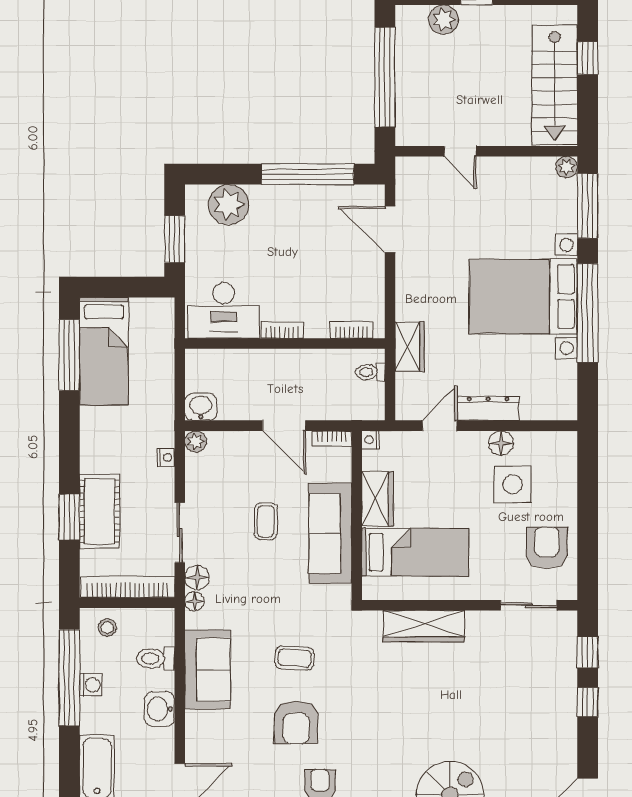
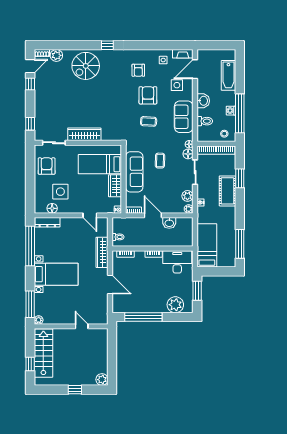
plant: (444, 20) -> (102, 380), moved
window: (385, 77) -> (112, 356), removed
door: (390, 229) -> (110, 285), moved
bed with nightstands: (523, 297) -> (56, 274), width x0.73
window: (588, 313) -> (30, 246), moved
wardrobe: (410, 347) -> (102, 252), width x1.50
bed: (104, 351) -> (207, 245), moved
washbasin: (201, 407) -> (169, 223), moved
dresser: (488, 408) -> (47, 222), moved
door: (440, 426) -> (90, 215), hinge flipped
floor lamp: (501, 443) -> (52, 208), moved
plant: (198, 474) -> (187, 196), added
cot: (99, 511) -> (227, 191), moved
coffee table: (266, 521) -> (160, 161), moved
armchair: (547, 548) -> (47, 166), turned 180
wardrobe: (424, 626) -> (84, 134), moved
window: (588, 702) -> (30, 84), moved
side table: (225, 748) -> (177, 85), added

